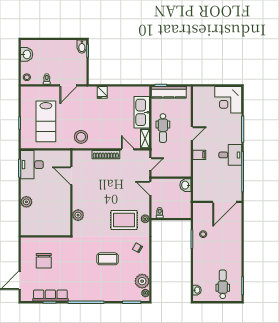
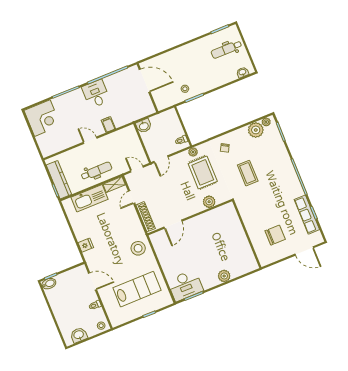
door: (71, 176) -> (173, 224), moved
wall: (71, 193) -> (190, 217), moved
plant: (78, 215) -> (209, 202), moved

